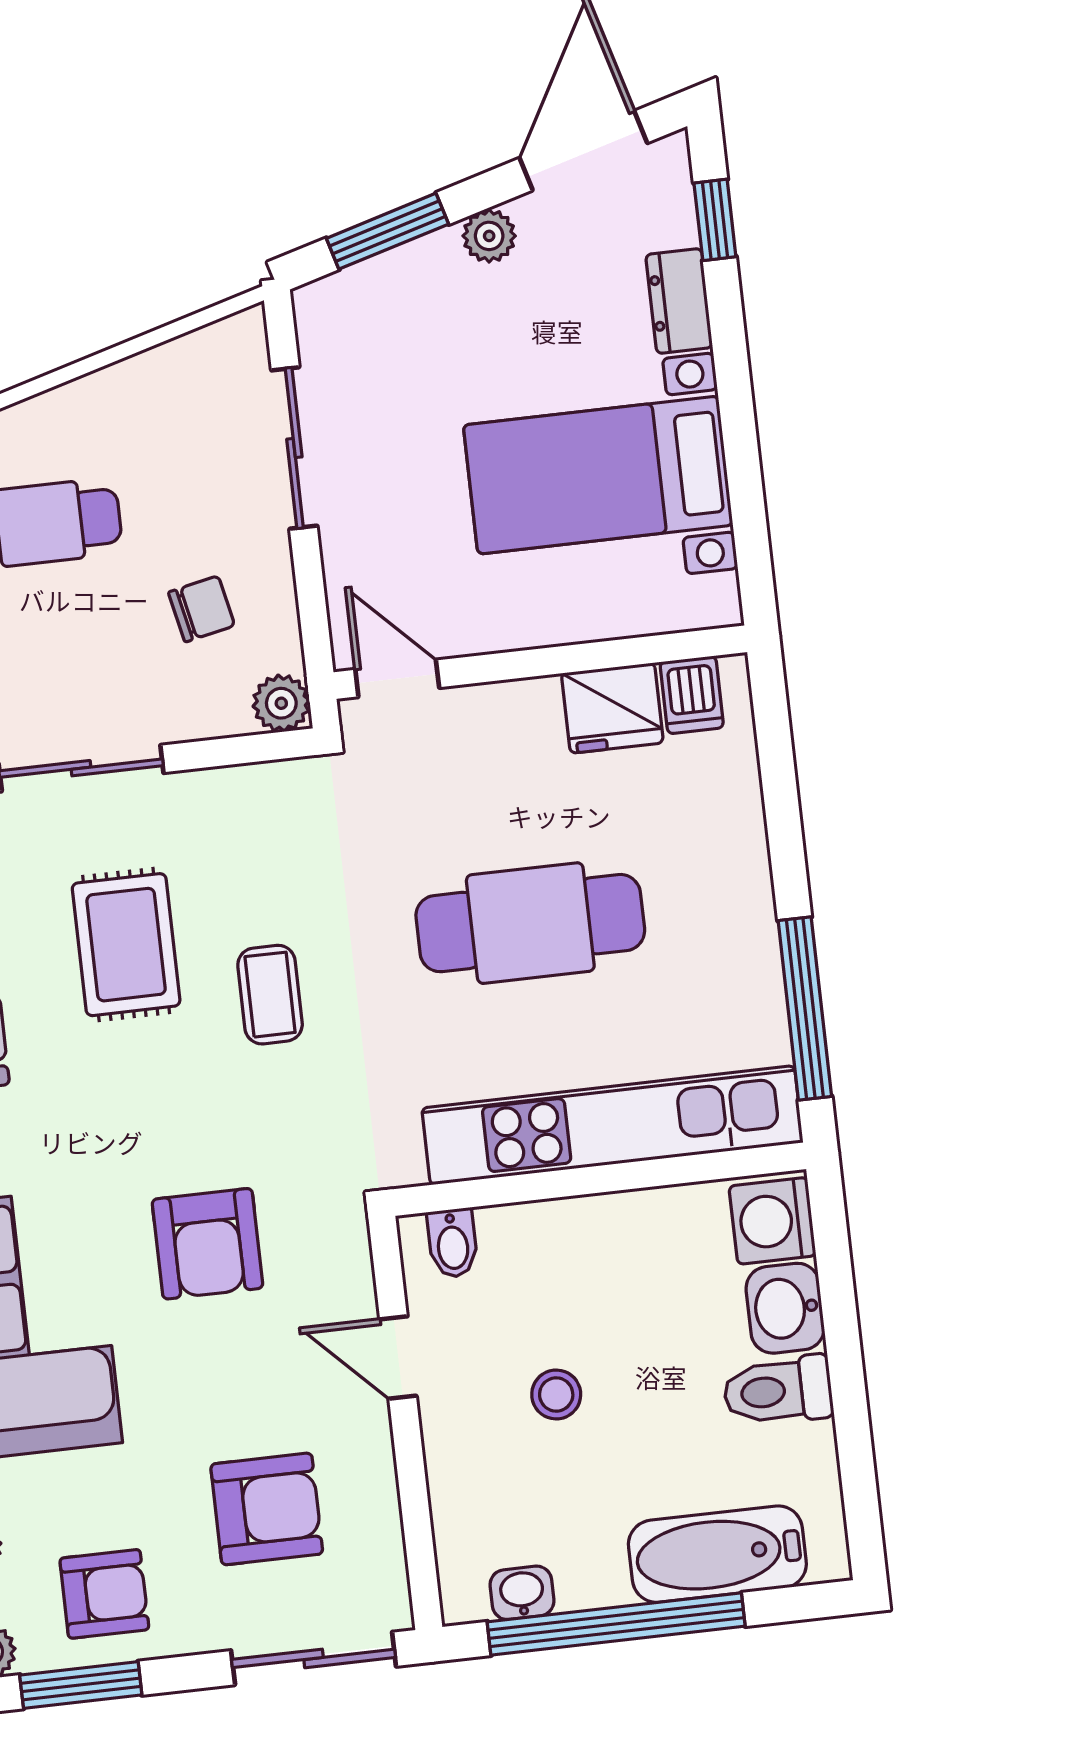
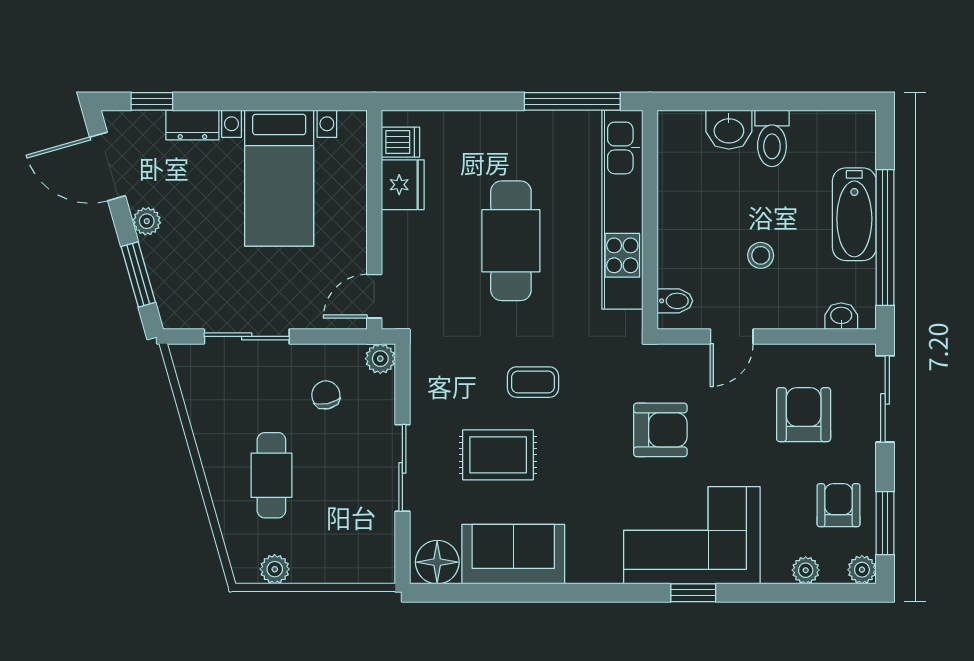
washing machine: (772, 1221) -> (682, 131), removed
bathtub: (717, 1554) -> (854, 214), moved
washbasin: (522, 1593) -> (841, 316), moved, turned 90

